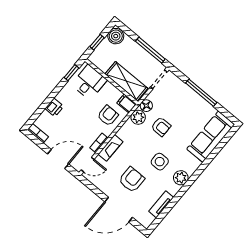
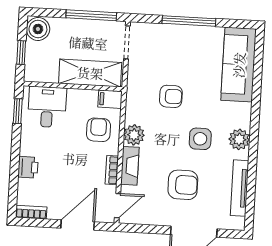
floor lamp: (146, 106) -> (135, 84), removed
plant: (138, 117) -> (134, 135), moved
armchair: (132, 180) -> (183, 185), turned 90
tv unit: (161, 204) -> (239, 188), width x1.41

